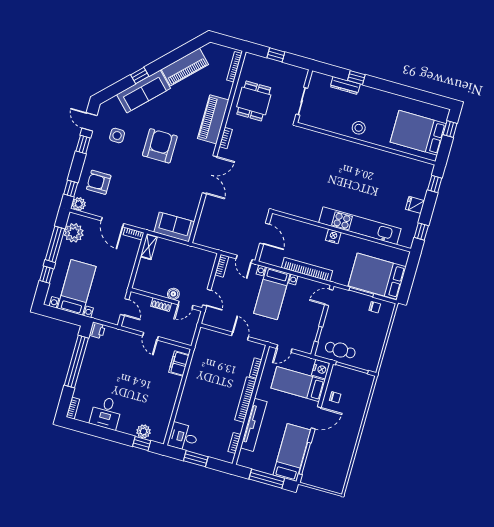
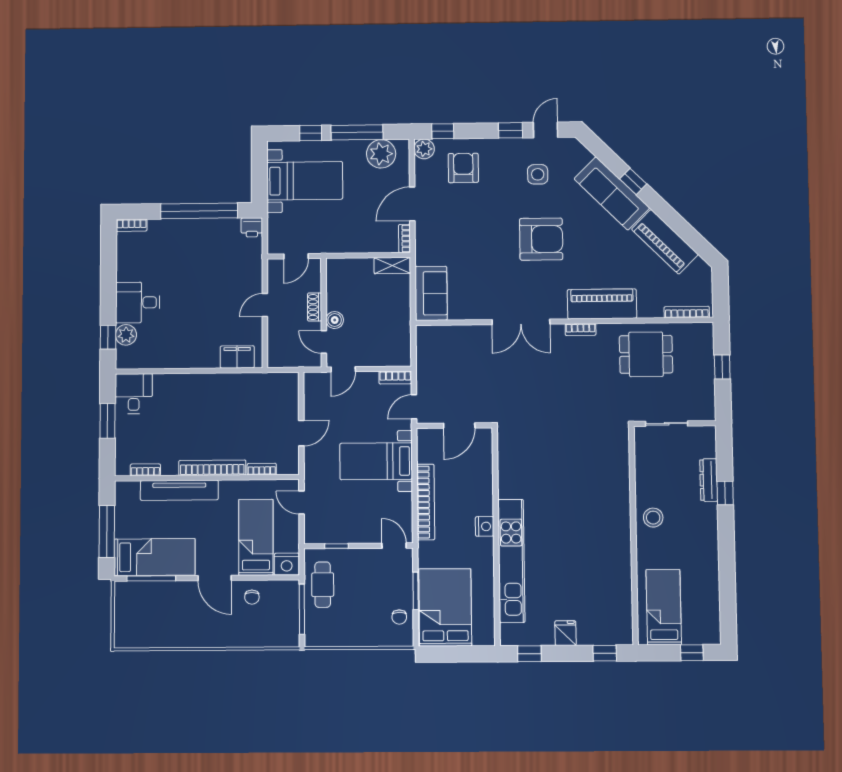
bed: (418, 133) -> (664, 607), width x0.67
desk: (106, 413) -> (138, 302), moved

